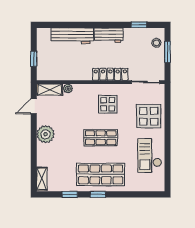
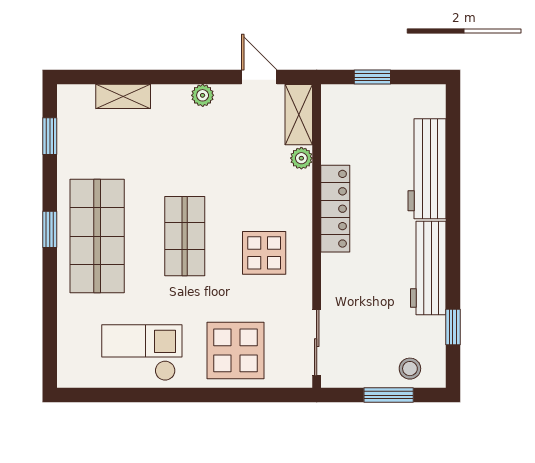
workbench: (109, 35) -> (428, 268), width x1.38
locker: (110, 74) -> (335, 209), moved
plant: (46, 134) -> (203, 95), width x0.53, depth x0.53
shelving: (42, 179) -> (123, 96), moved
window: (70, 194) -> (50, 136), moved

